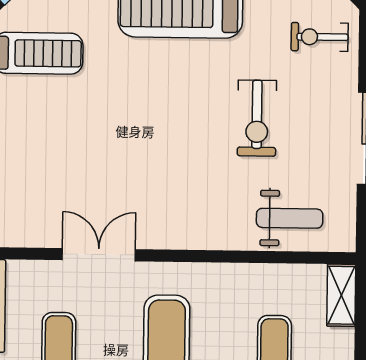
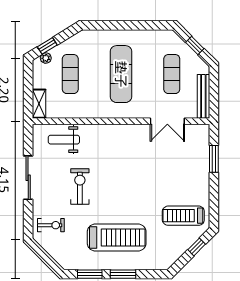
double door: (99, 255) -> (167, 121), moved

